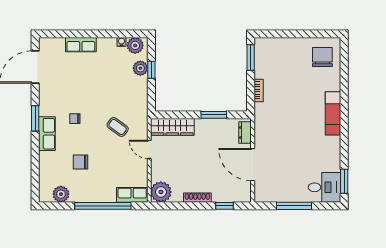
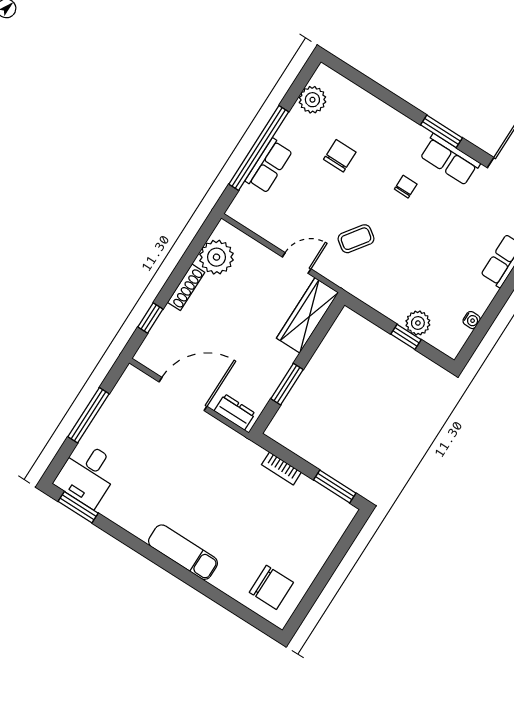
plant: (135, 45) -> (454, 336), removed
row of seats: (47, 134) -> (450, 160), moved
plant: (161, 192) -> (217, 257), moved
row of seats: (132, 195) -> (269, 166), moved

